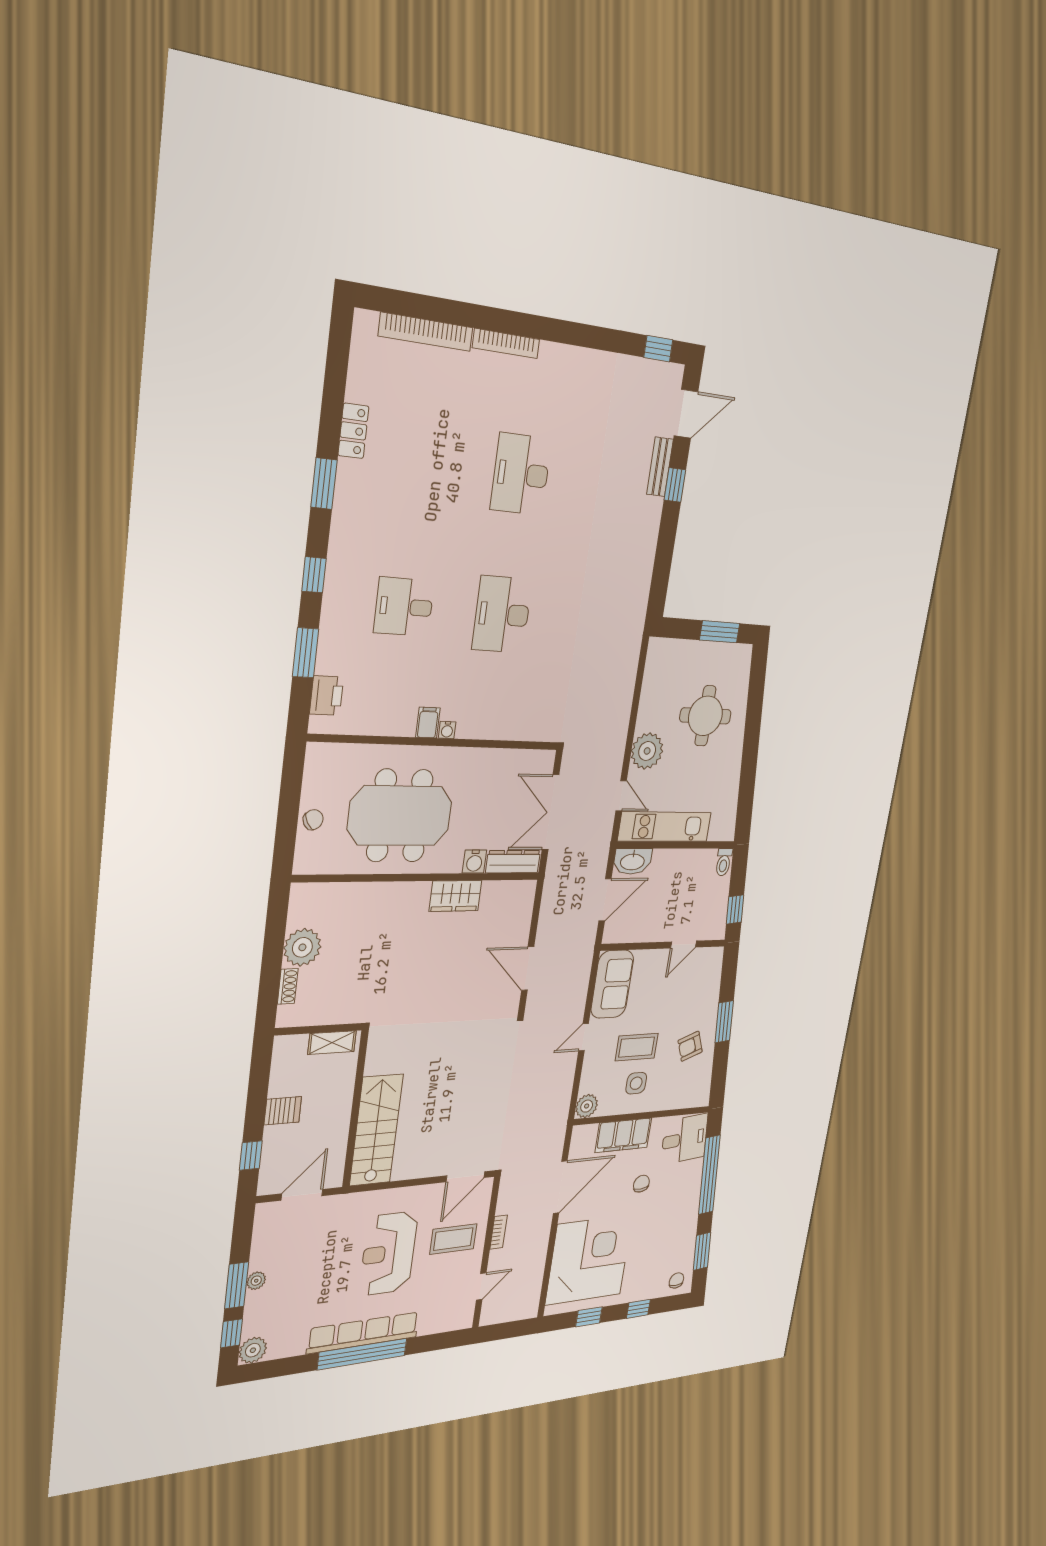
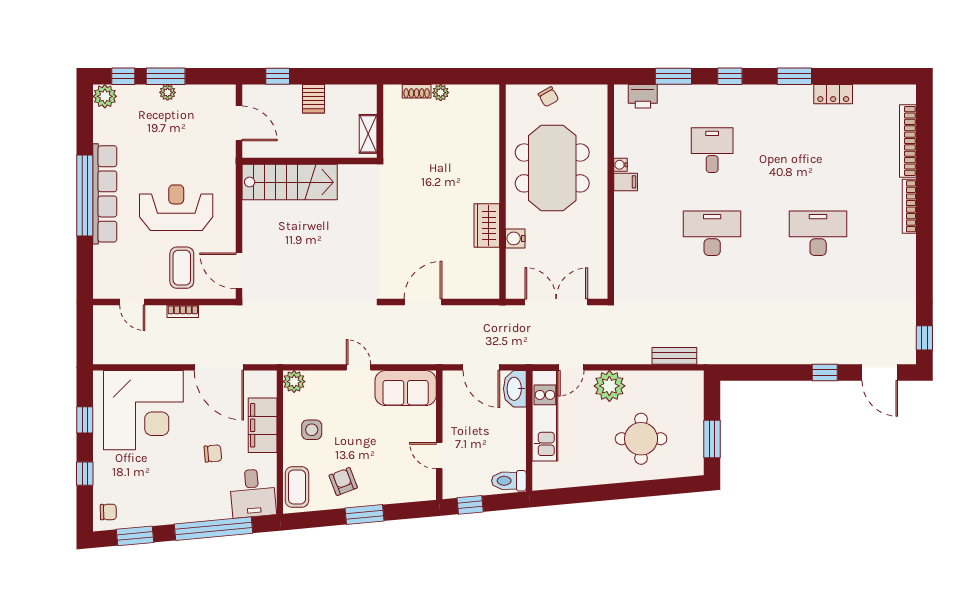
bench: (660, 467) -> (674, 356), moved
water cooler: (447, 730) -> (621, 165), moved
dresser: (513, 862) -> (515, 274), removed
toilet: (724, 862) -> (509, 481), width x1.37, depth x1.39
plant: (302, 947) -> (441, 93), width x0.53, depth x0.53
coffee table: (637, 1047) -> (297, 487), moved

